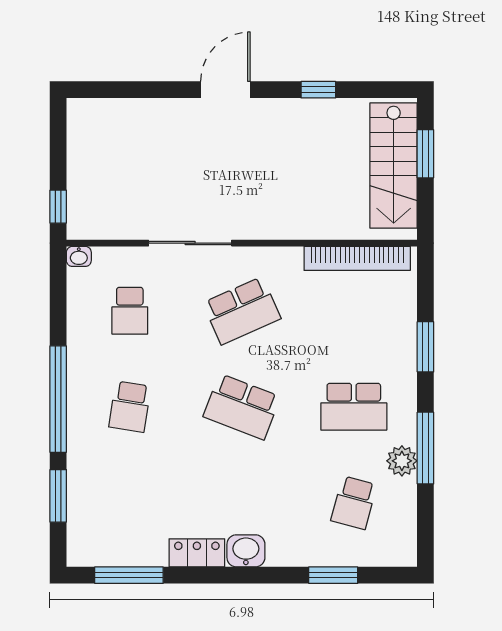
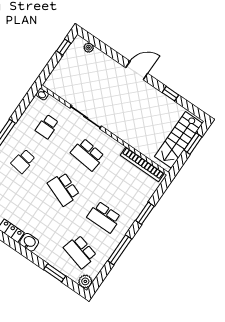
plant: (106, 109) -> (89, 48), added
window: (58, 207) -> (64, 47), moved
school desk: (242, 311) -> (88, 154), turned 30
plant: (402, 461) -> (85, 281), moved
school desk: (354, 503) -> (80, 252), width x1.85

